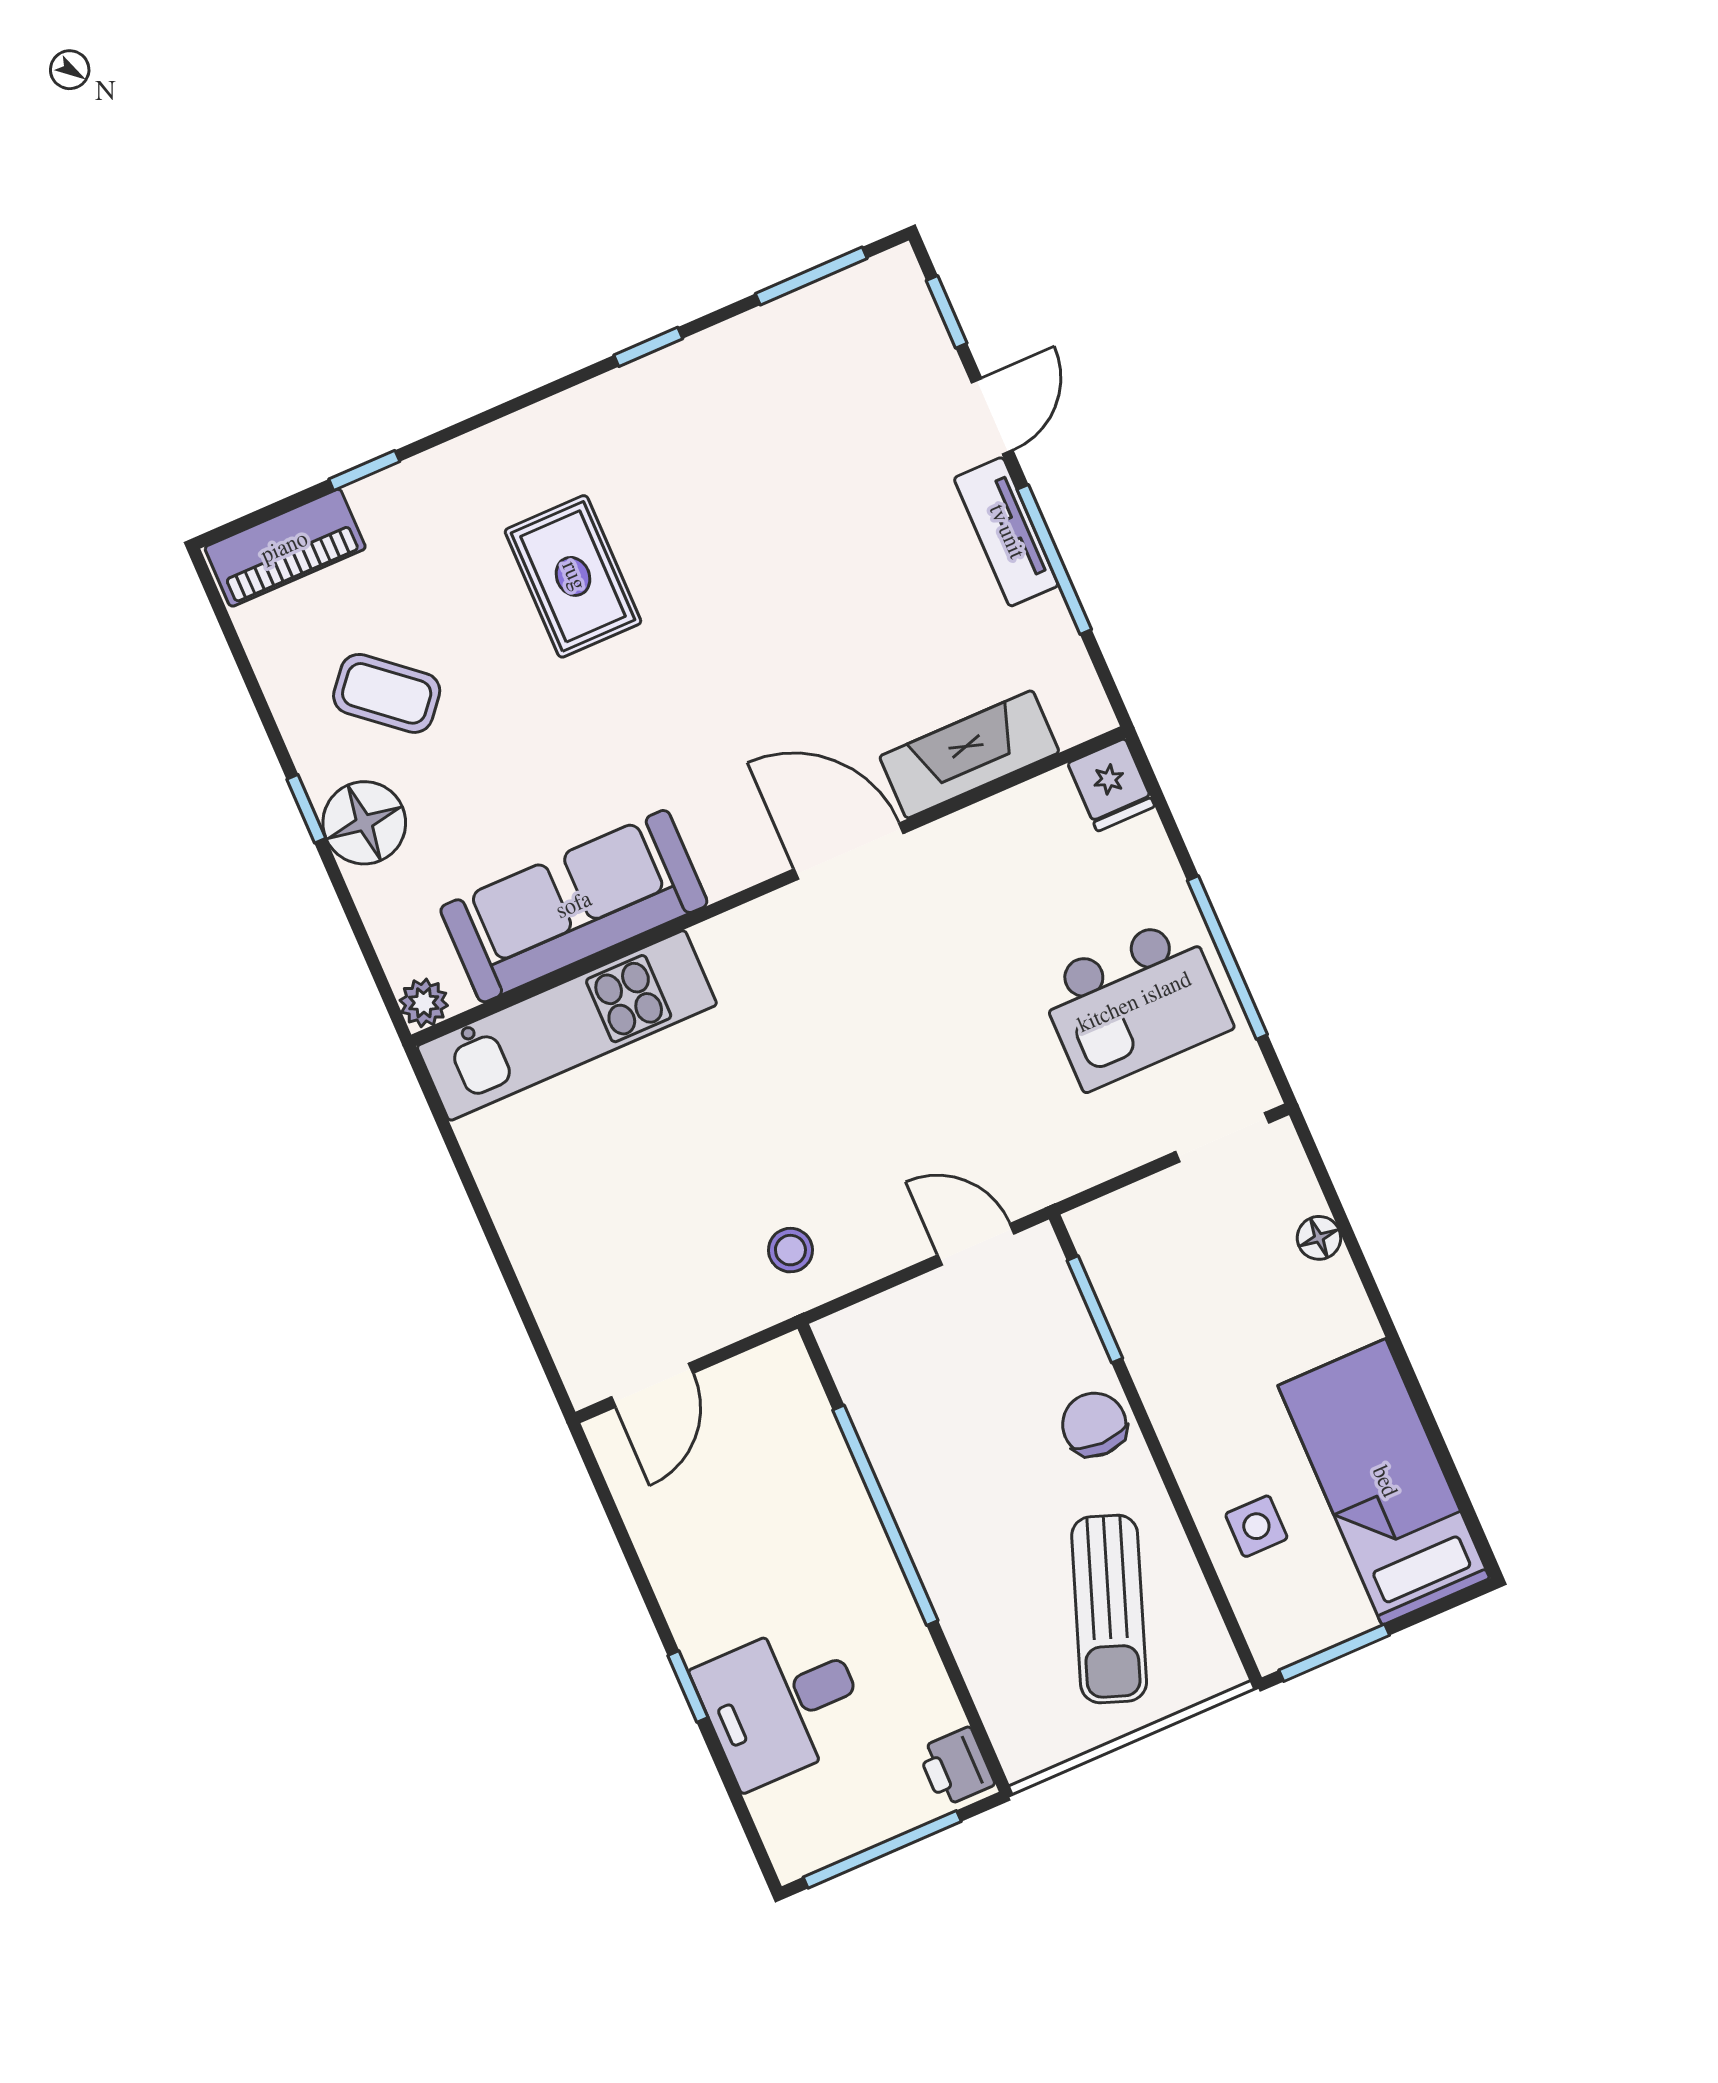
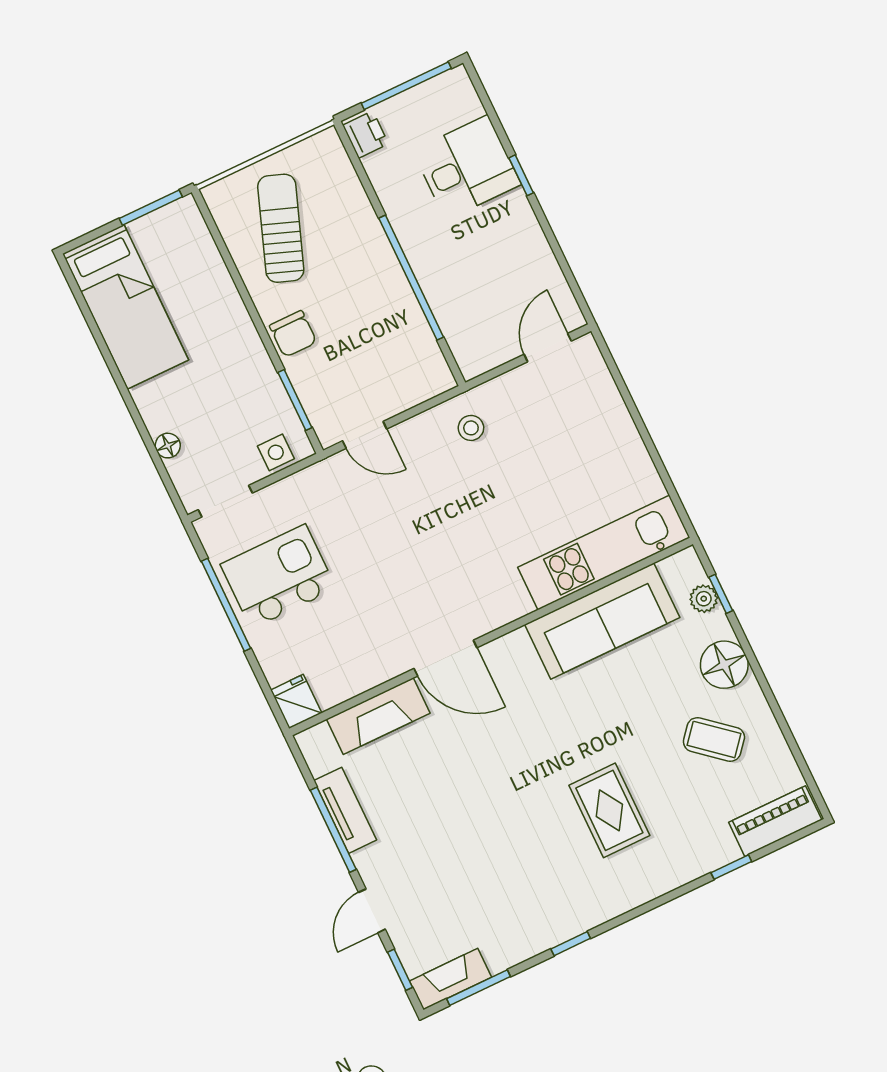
fireplace: (860, 293) -> (450, 979), added
tv unit: (1006, 532) -> (345, 810), moved
window: (306, 809) -> (721, 594), moved
plant: (424, 1003) -> (704, 599), moved
side table: (1256, 1526) -> (276, 452), moved

